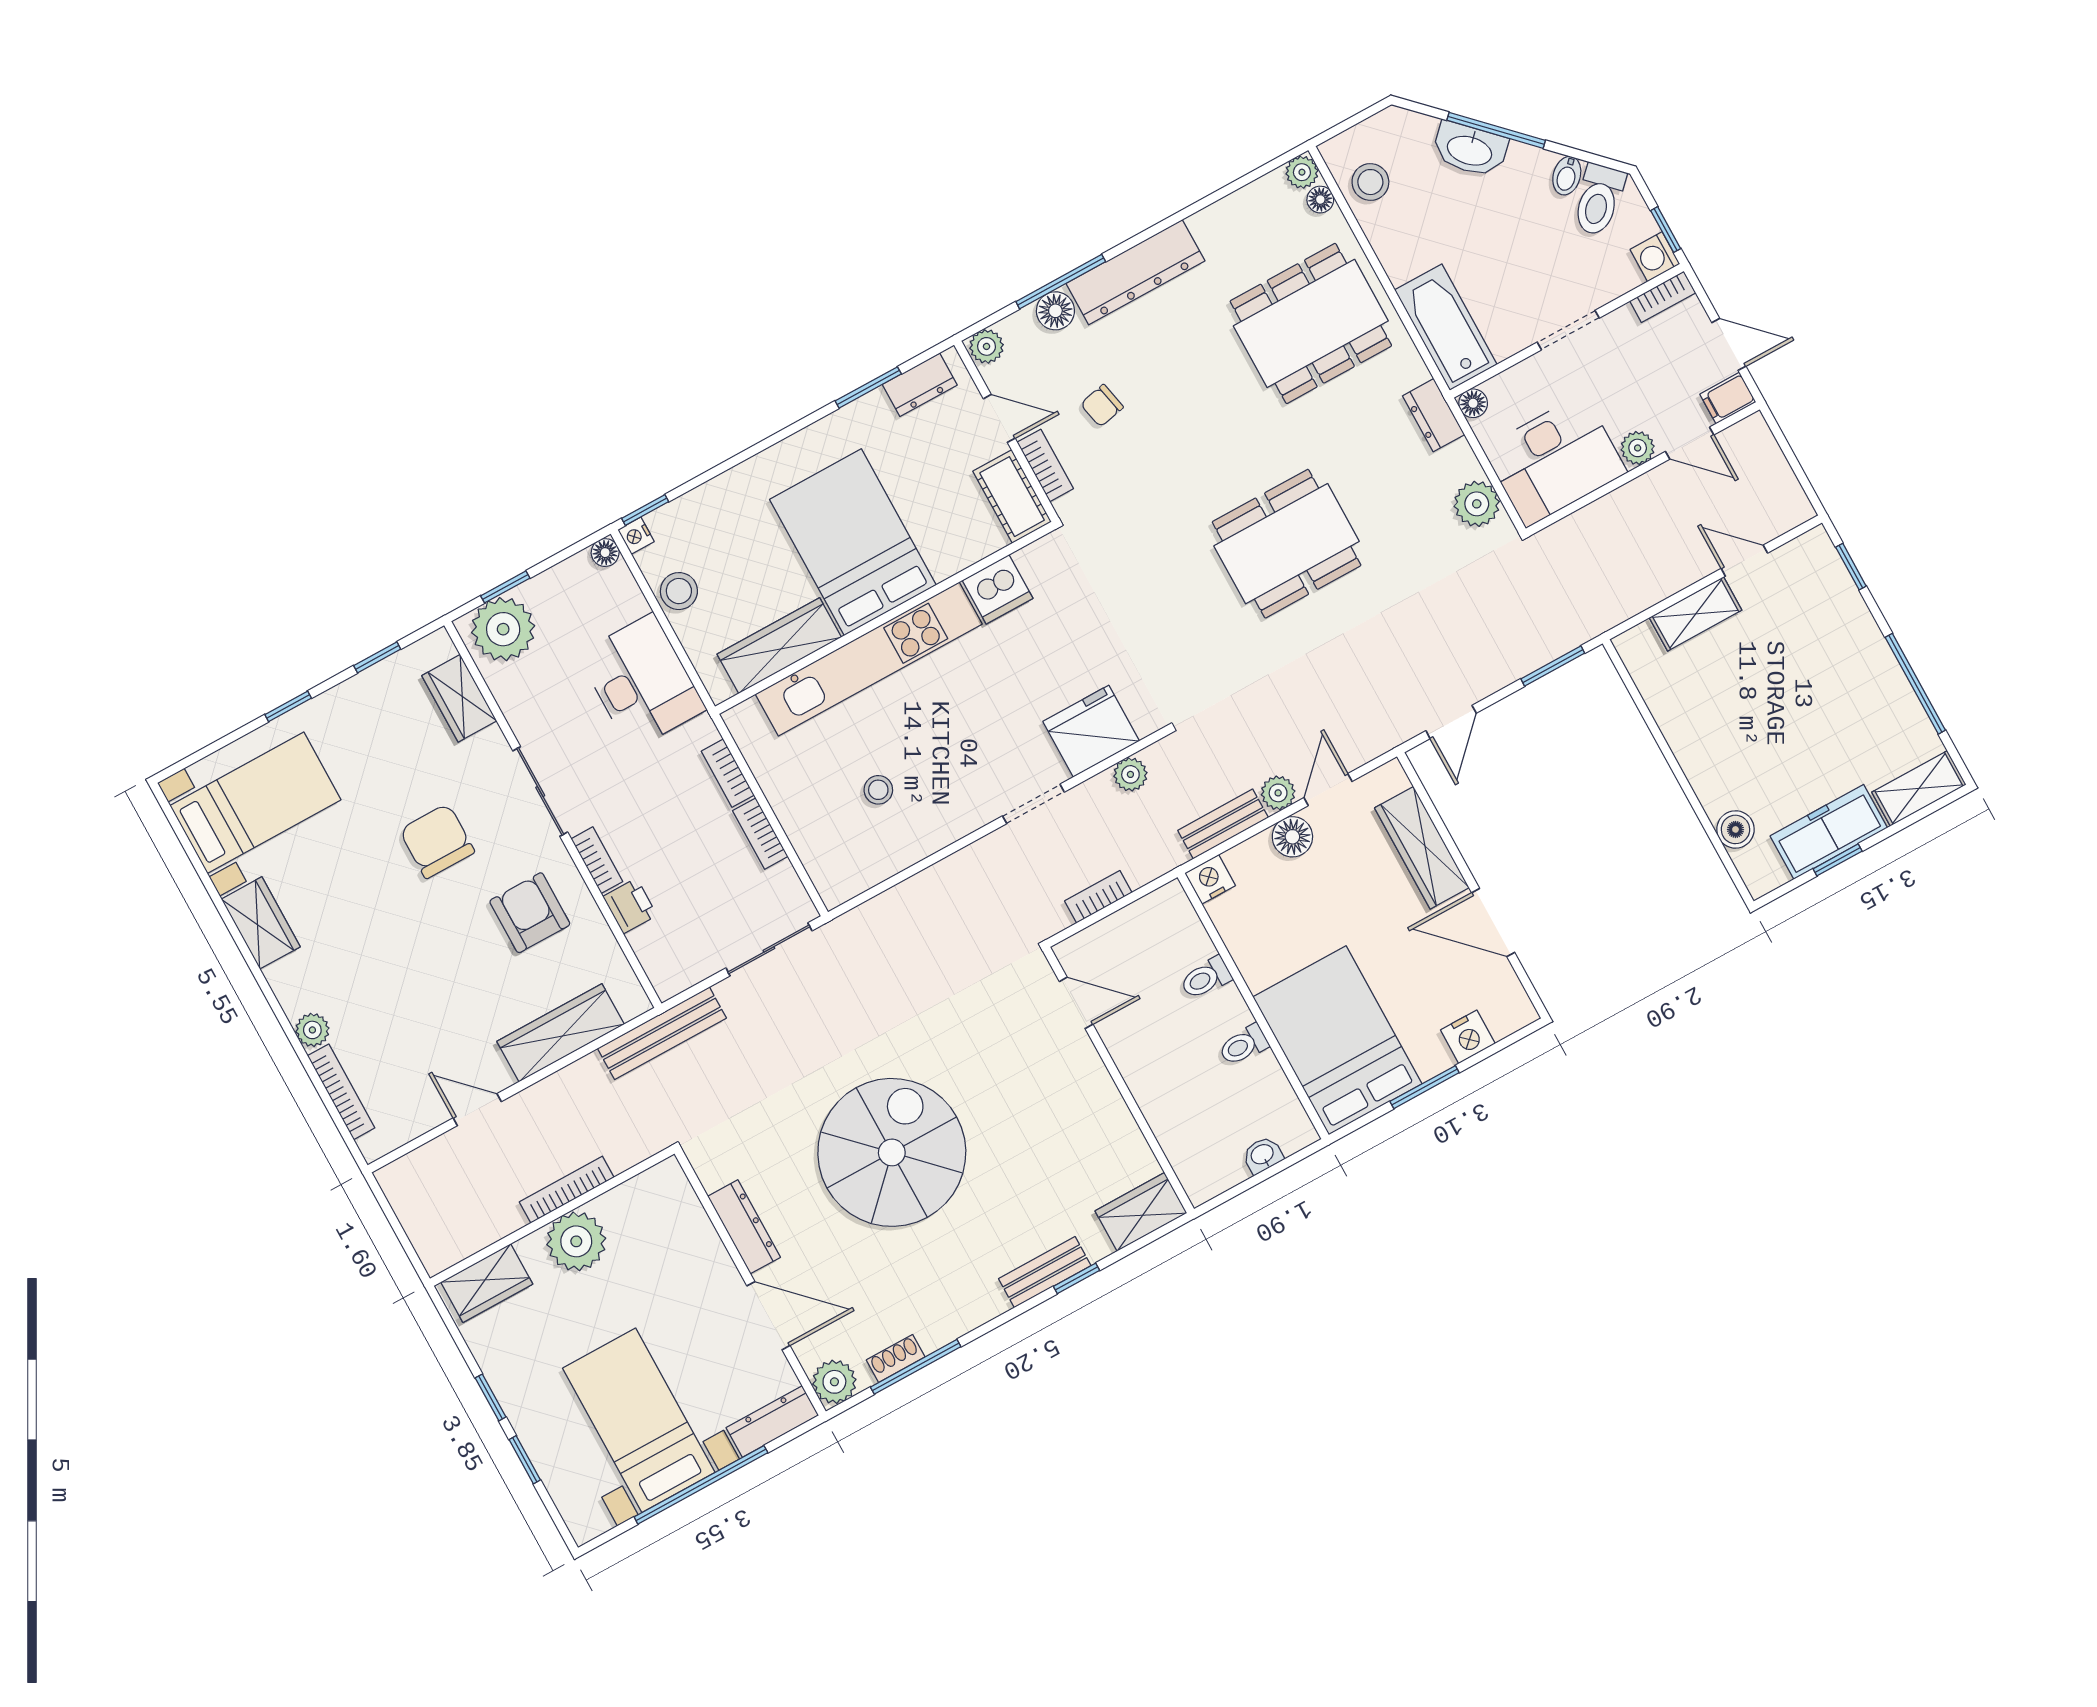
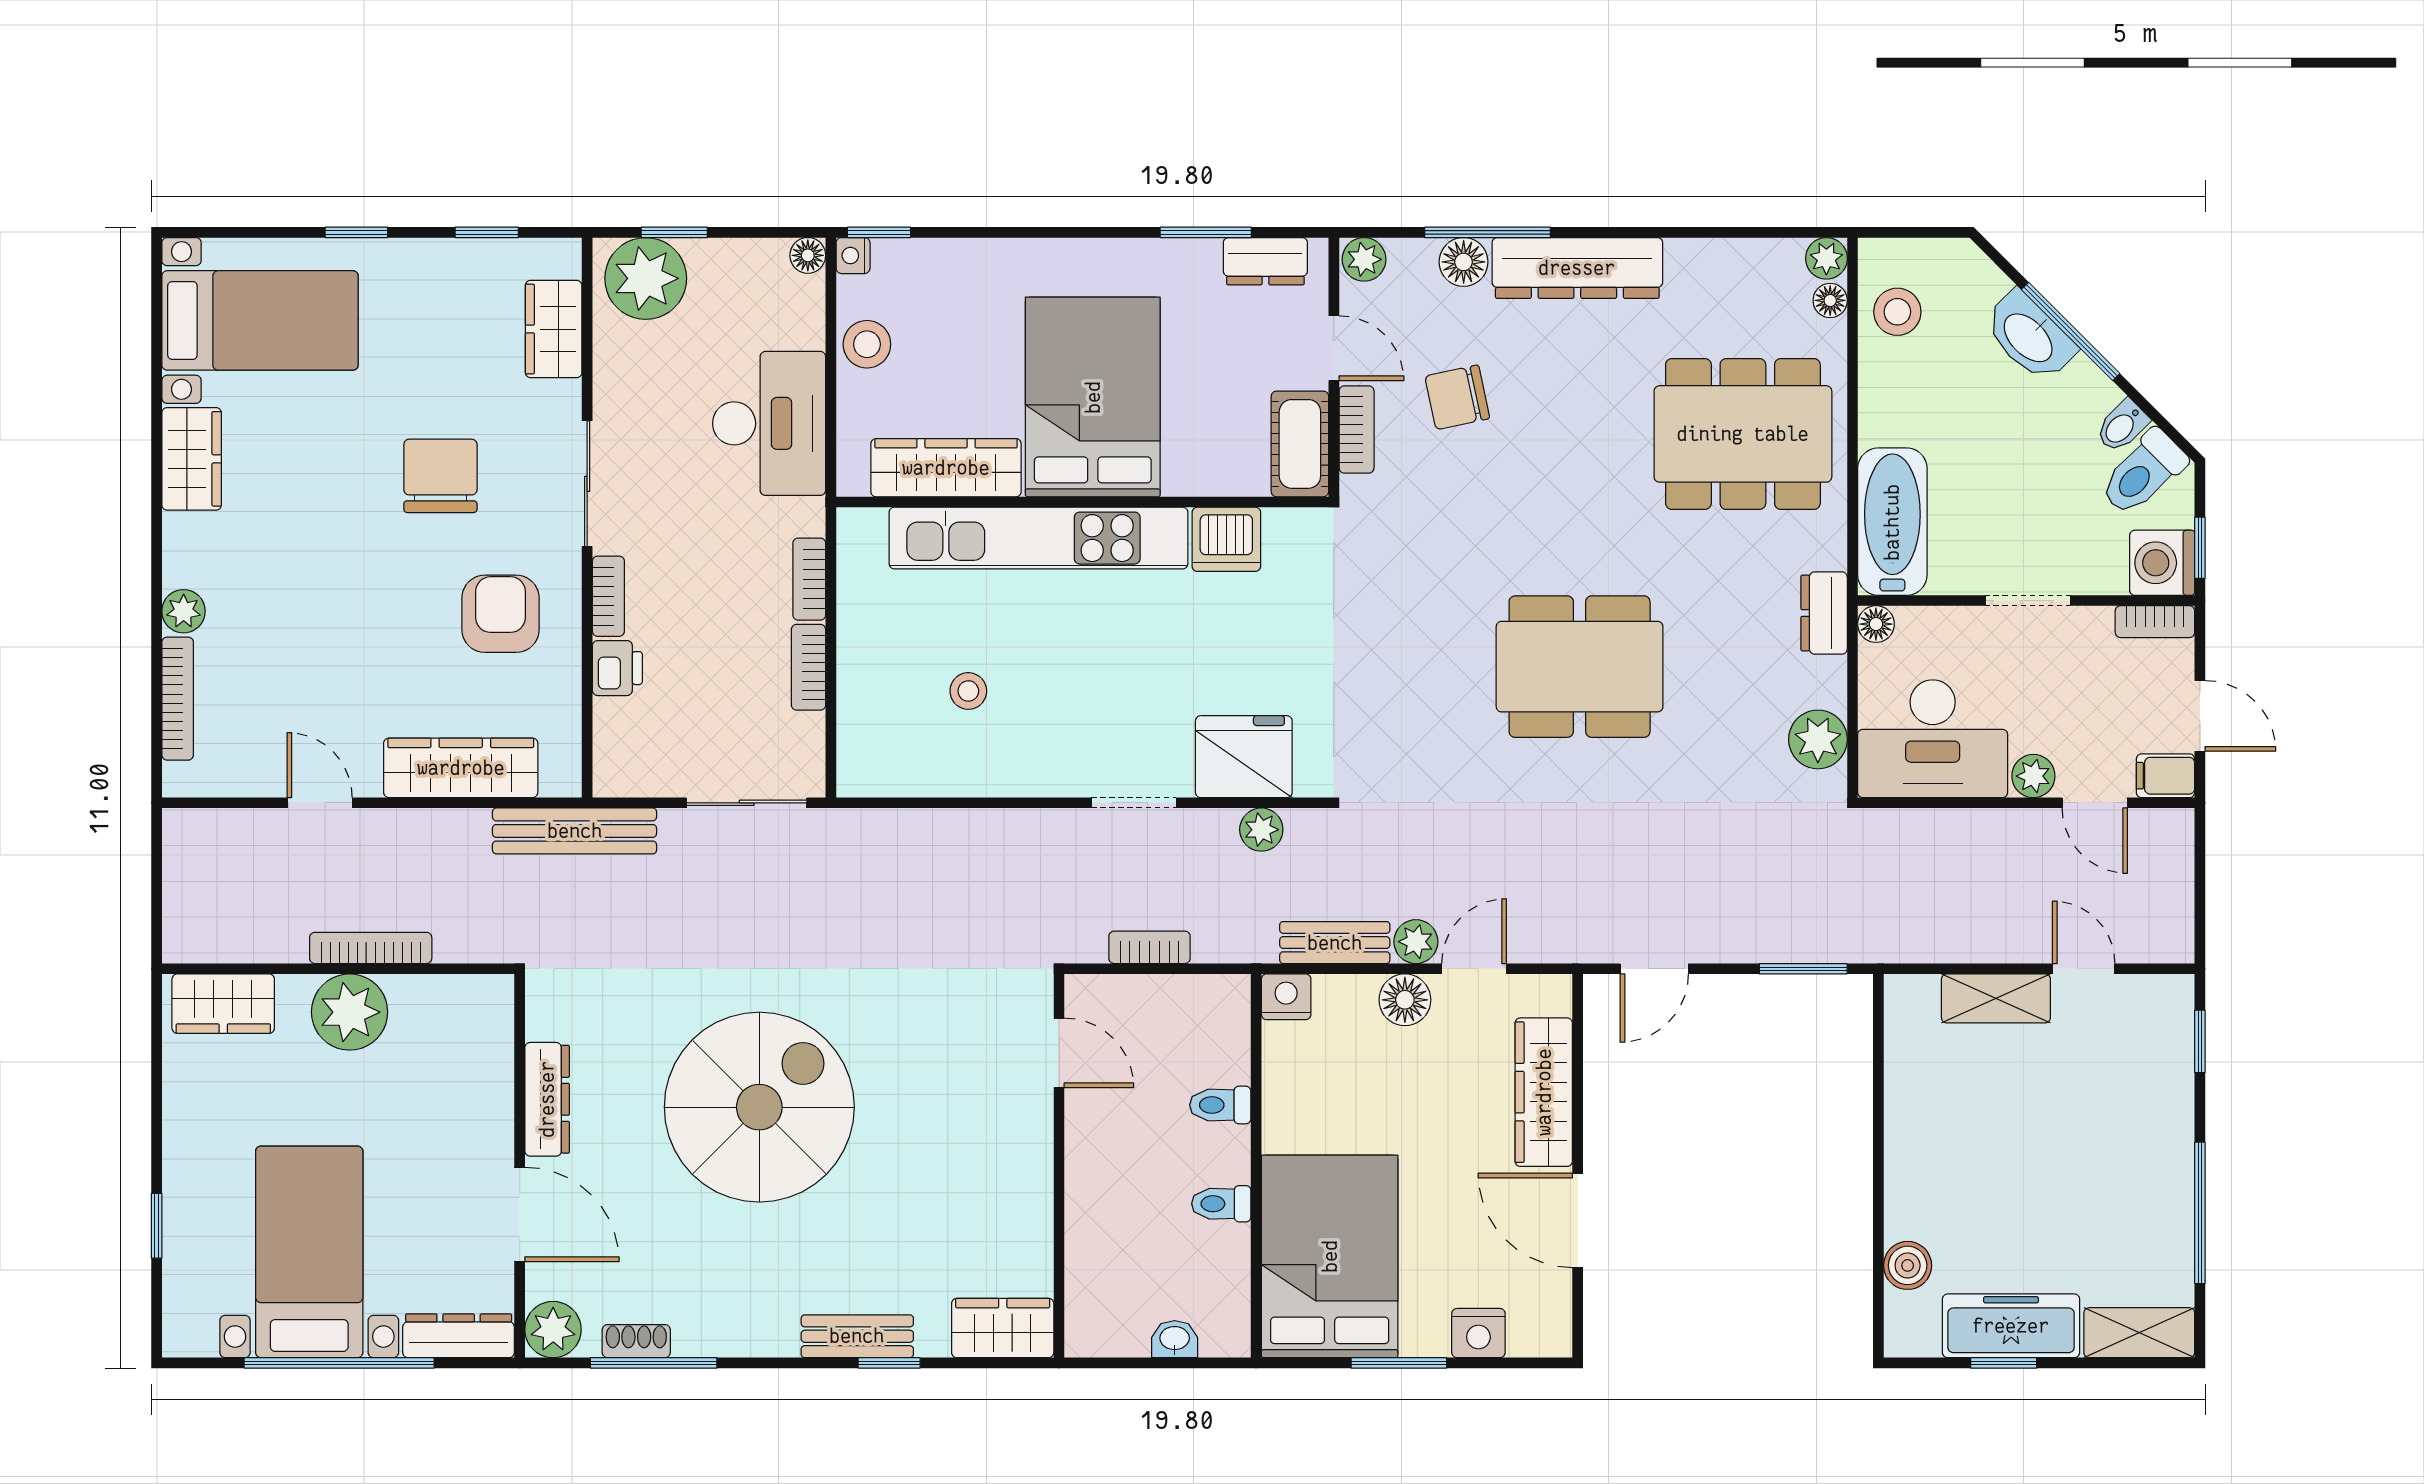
washing machine: (1655, 257) -> (2162, 563), width x1.38, depth x1.38
chair: (1102, 406) -> (1457, 397), width x1.37, depth x1.37
window: (491, 1397) -> (157, 1135), removed

